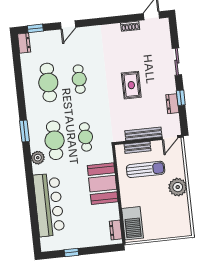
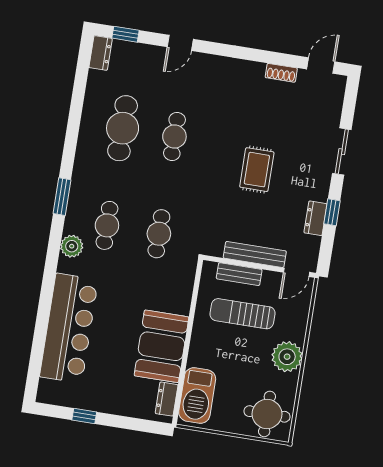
cafe table: (55, 140) -> (107, 225), width x0.73, depth x0.74
sun lounger: (146, 169) -> (242, 314), turned 180
booth: (103, 184) -> (161, 346), moved
round table: (175, 223) -> (267, 414), added

